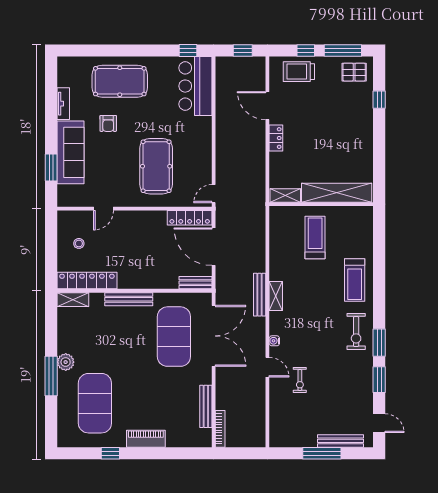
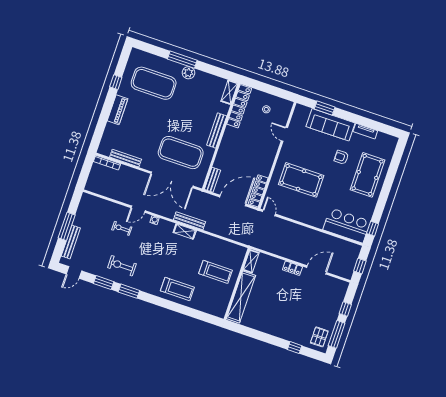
trolley: (299, 72) -> (332, 299), removed
treadmill: (355, 280) -> (177, 289), turned 180
exercise bike: (356, 332) -> (122, 266), moved

